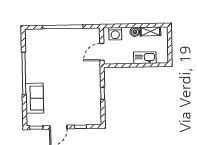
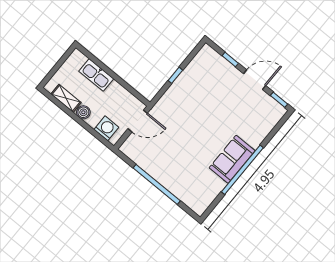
sofa: (35, 98) -> (232, 159), moved

